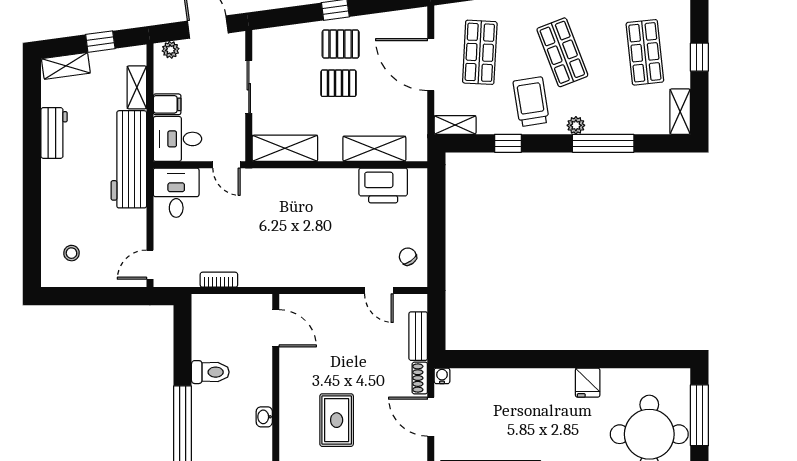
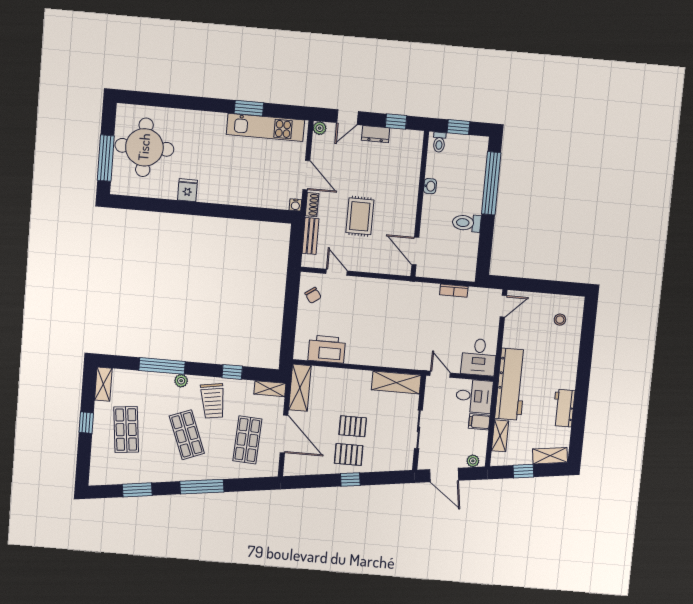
shelving: (374, 149) -> (300, 388), moved, turned 90
rug: (337, 420) -> (360, 216), moved

